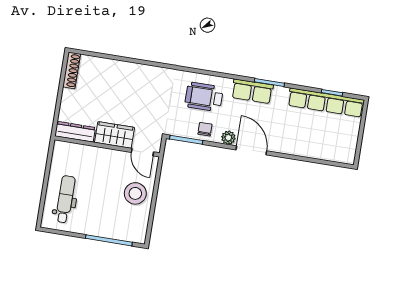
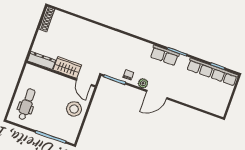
wheelchair: (204, 97) -> (132, 53), removed
door: (251, 150) -> (157, 95), swing flipped

